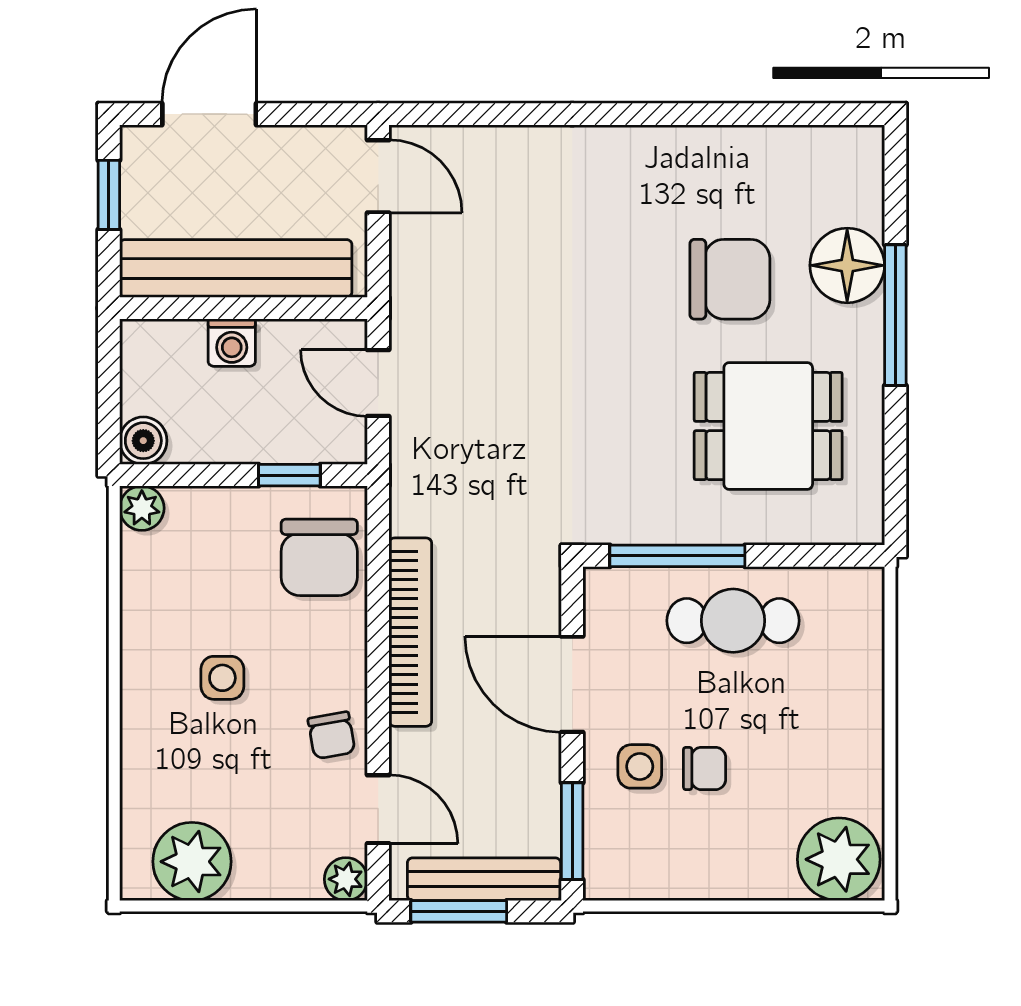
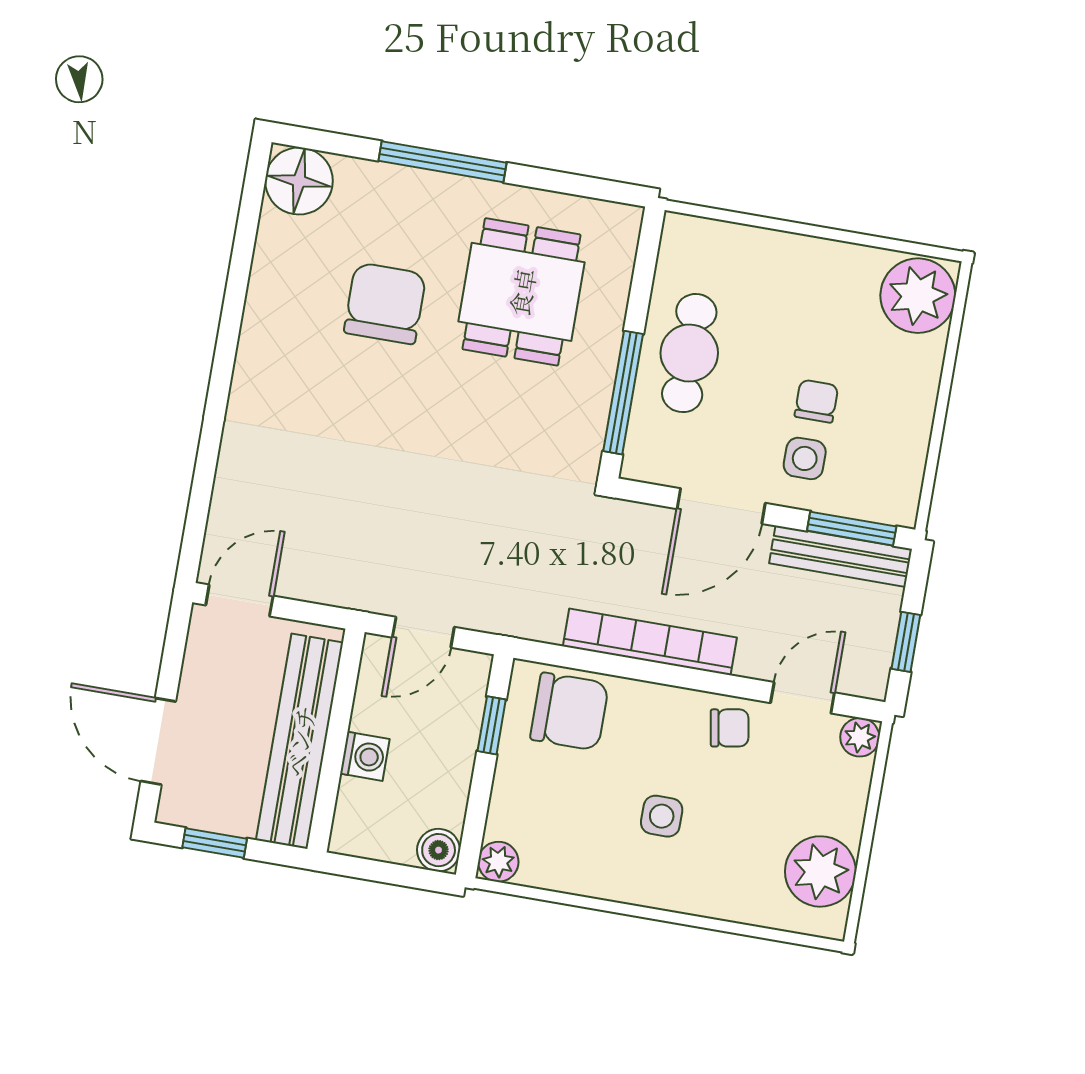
floor lamp: (847, 265) -> (299, 181), moved
bench: (484, 879) -> (841, 556), moved, turned 90
window: (459, 911) -> (906, 642), width x0.67

